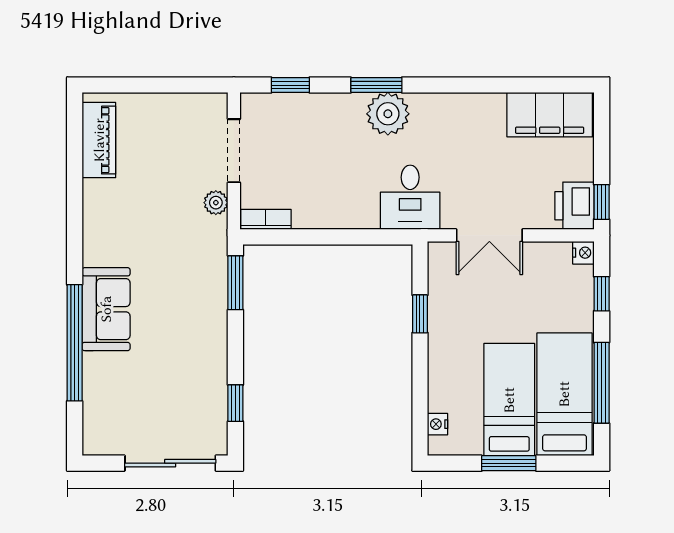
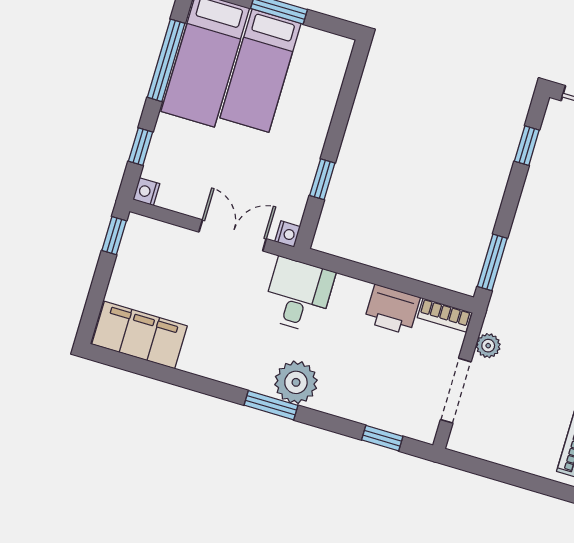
window: (376, 85) -> (271, 405), moved
printer: (575, 206) -> (392, 310), moved, turned 90
nightstand: (438, 424) -> (288, 234), moved

